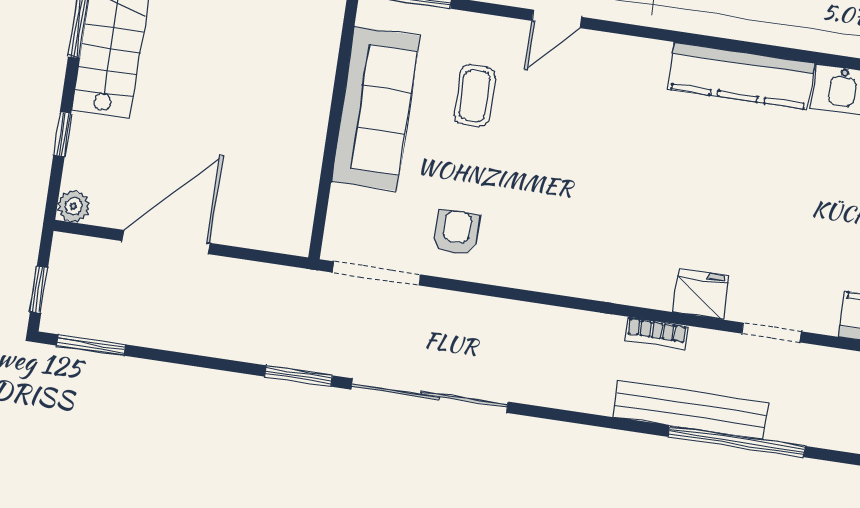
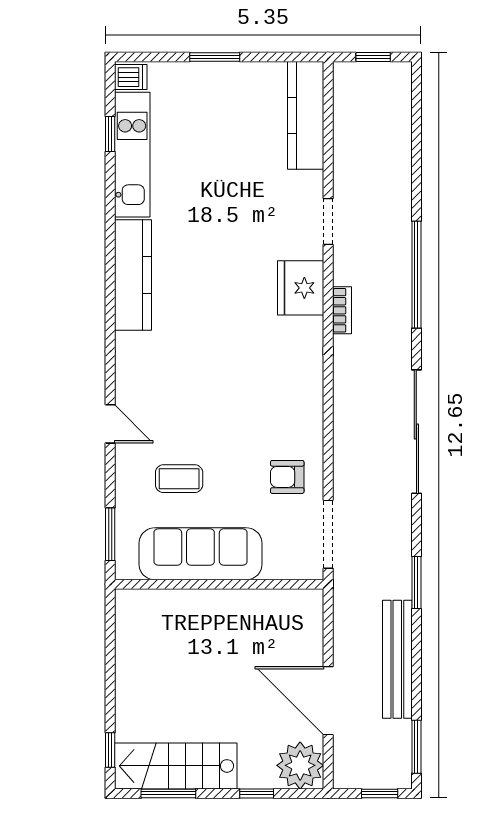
plant: (73, 206) -> (300, 765), width x1.88, depth x1.88
fridge: (701, 294) -> (301, 288), width x1.36, depth x1.34
sliding door: (430, 396) -> (416, 432), moved
bench: (691, 410) -> (397, 659), moved
window: (736, 441) -> (416, 275), moved

